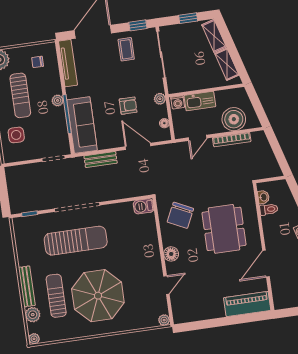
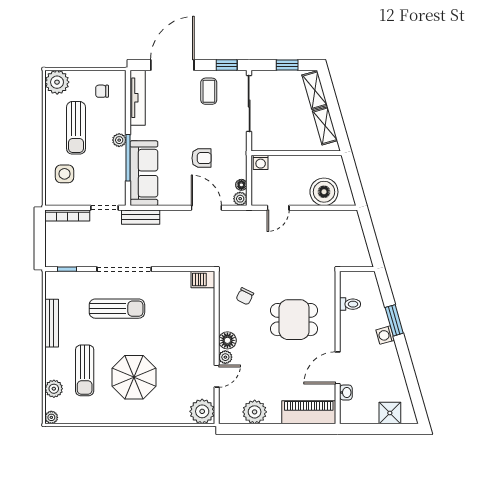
plant: (160, 99) -> (240, 199), moved
kitchen sink: (200, 101) -> (287, 165), removed
bookcase: (232, 140) -> (67, 215), moved
bench: (101, 160) -> (141, 217), moved
washbasin: (263, 197) -> (346, 392), moved
chair: (180, 215) -> (245, 296), width x0.54, depth x0.54
dining table: (224, 229) -> (294, 320), width x0.73
sun lounger: (76, 241) -> (117, 309), width x0.73, depth x0.75
plant: (171, 268) -> (225, 357), added
bench: (27, 286) -> (52, 323), moved
sun lounger: (56, 296) -> (85, 370), turned 180
parasol: (98, 296) -> (134, 377), width x0.73, depth x0.73
plant: (202, 310) -> (255, 412), added
plant: (164, 320) -> (202, 411), width x1.88, depth x1.88

